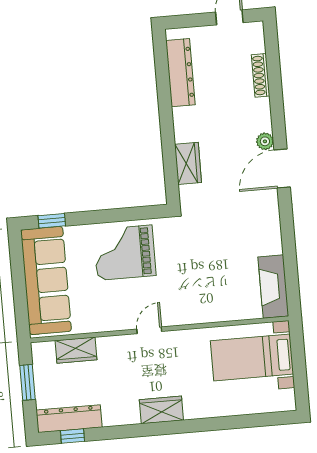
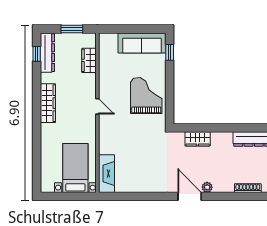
sofa: (46, 280) -> (142, 43), width x0.74, depth x0.79
fireplace: (273, 287) -> (107, 174), moved, turned 90
wardrobe: (161, 410) -> (48, 103), width x1.50

